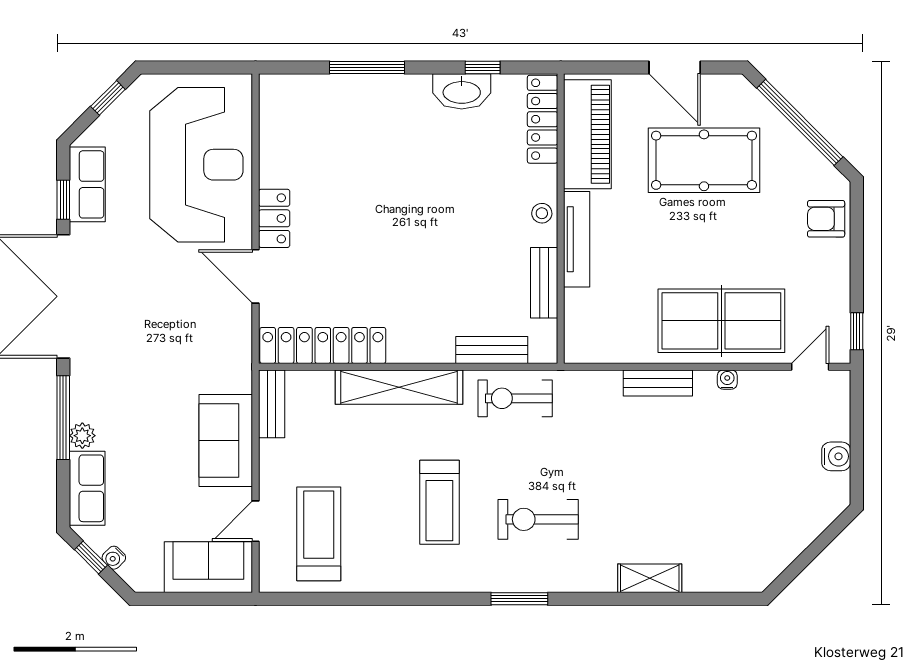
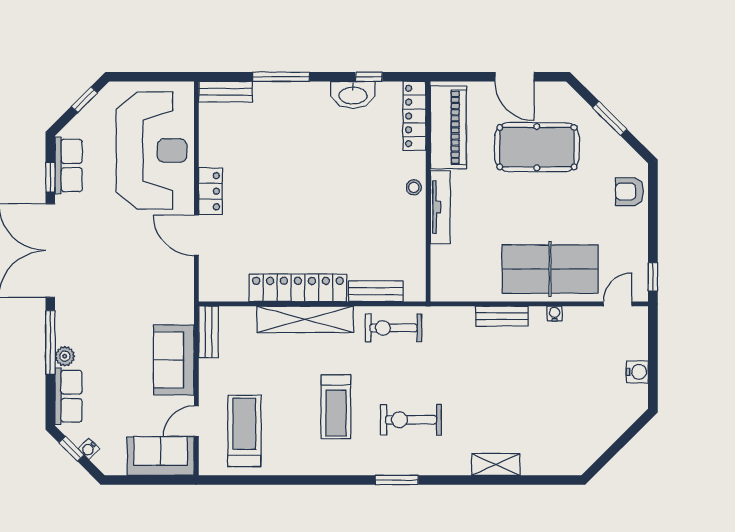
window: (800, 122) -> (610, 118), width x0.47
bench: (544, 283) -> (226, 92), moved, turned 90
locker: (323, 345) -> (298, 288), moved

